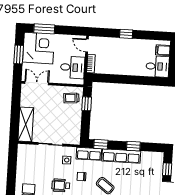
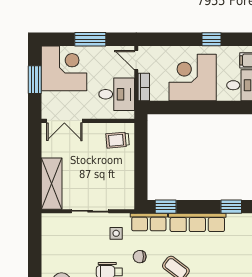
window: (44, 29) -> (90, 39), moved
window: (126, 34) -> (211, 39), moved
corner desk: (124, 59) -> (193, 78), added
double door: (37, 83) -> (64, 121), swing flipped
window: (87, 104) -> (141, 147), removed
window: (133, 146) -> (231, 207), moved

